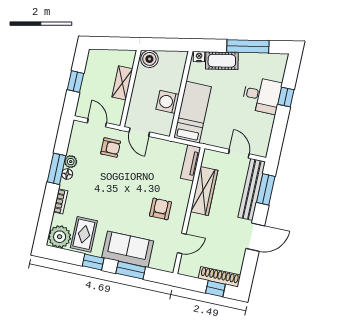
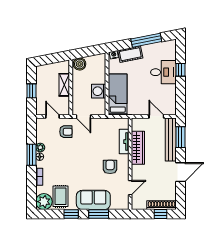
tv unit: (191, 163) -> (124, 142), moved

